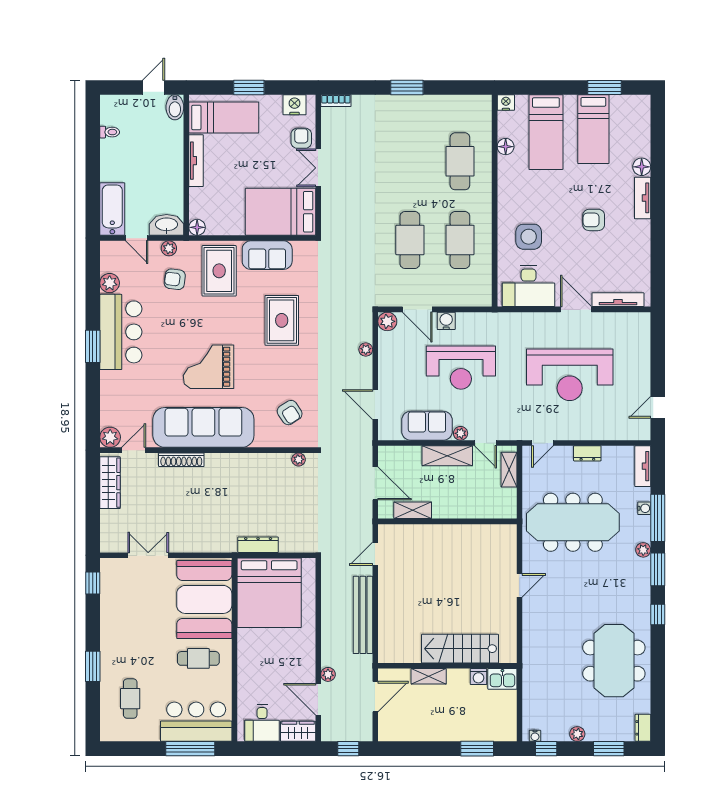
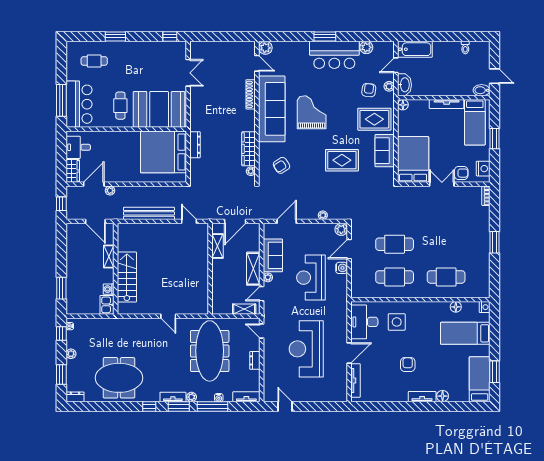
bed: (593, 129) -> (480, 379), moved, turned 90
wardrobe: (110, 483) -> (249, 149), moved, turned 90
tv unit: (643, 578) -> (173, 397), added

